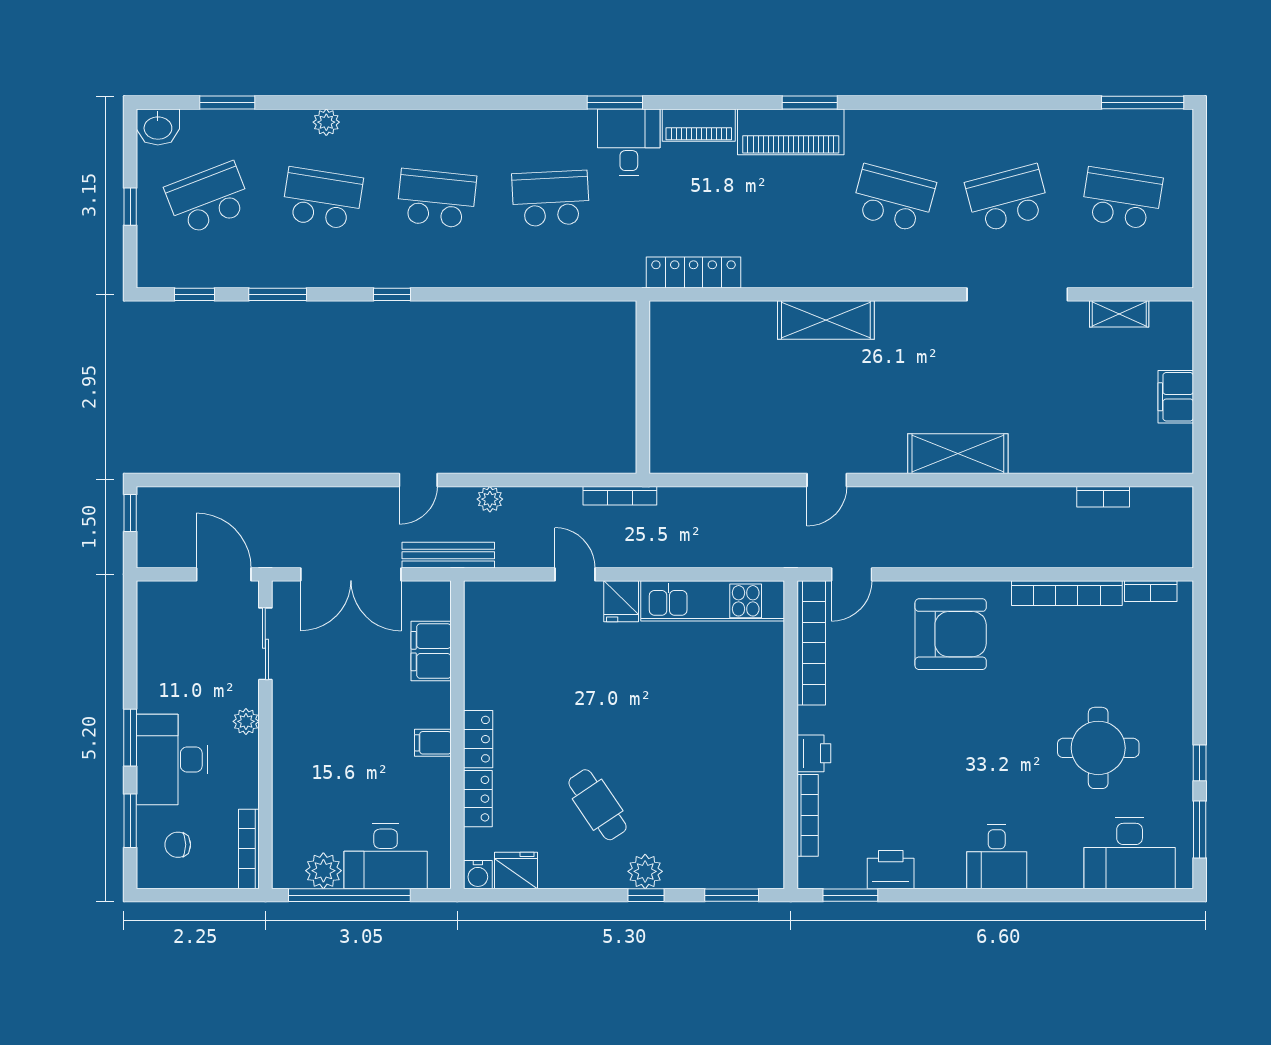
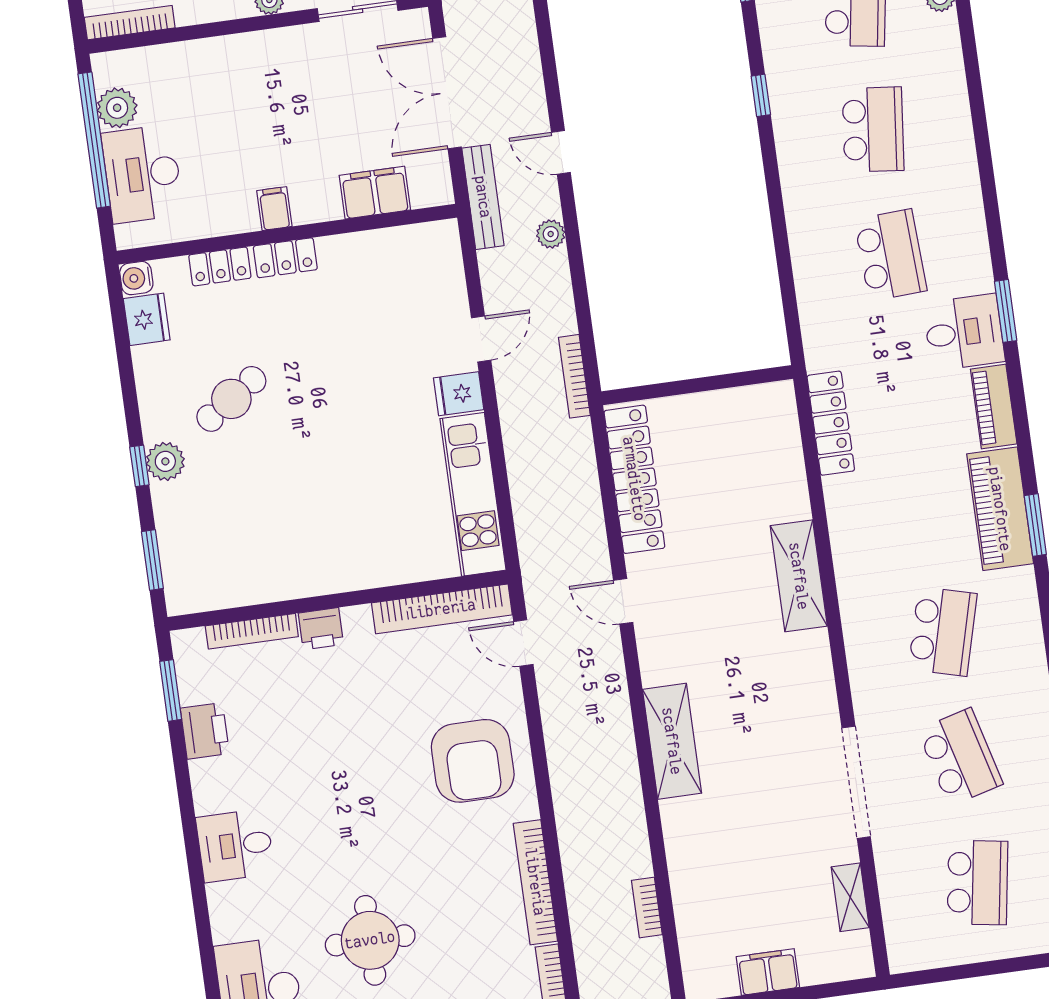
locker: (719, 455) -> (634, 479), added

